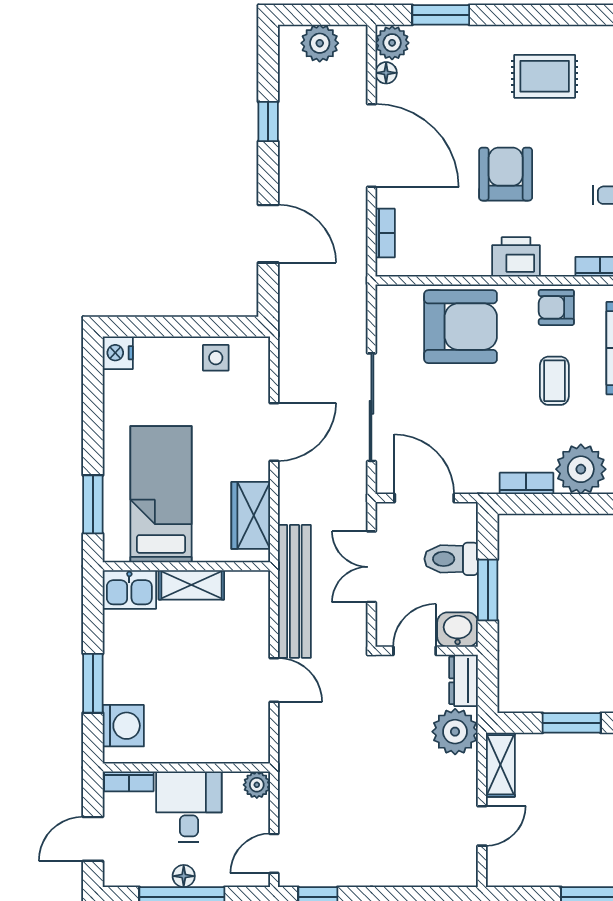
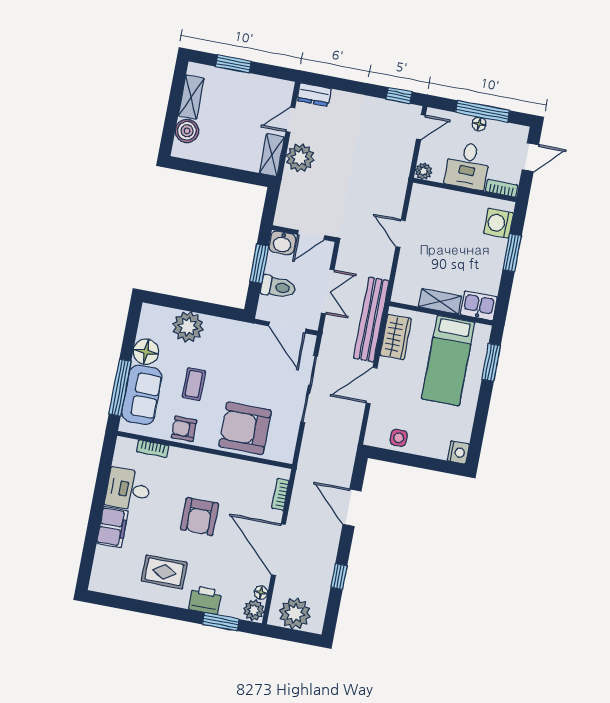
plant: (320, 43) -> (295, 613), width x1.36, depth x1.36
printer: (516, 257) -> (205, 600), moved, turned 180
armchair: (556, 307) -> (184, 429), turned 180
bookcase: (526, 483) -> (223, 324), removed
bench: (294, 591) -> (371, 319), moved
dresser: (463, 680) -> (314, 95), moved, turned 90
window: (572, 723) -> (223, 172), removed
plant: (455, 732) -> (300, 158), moved

